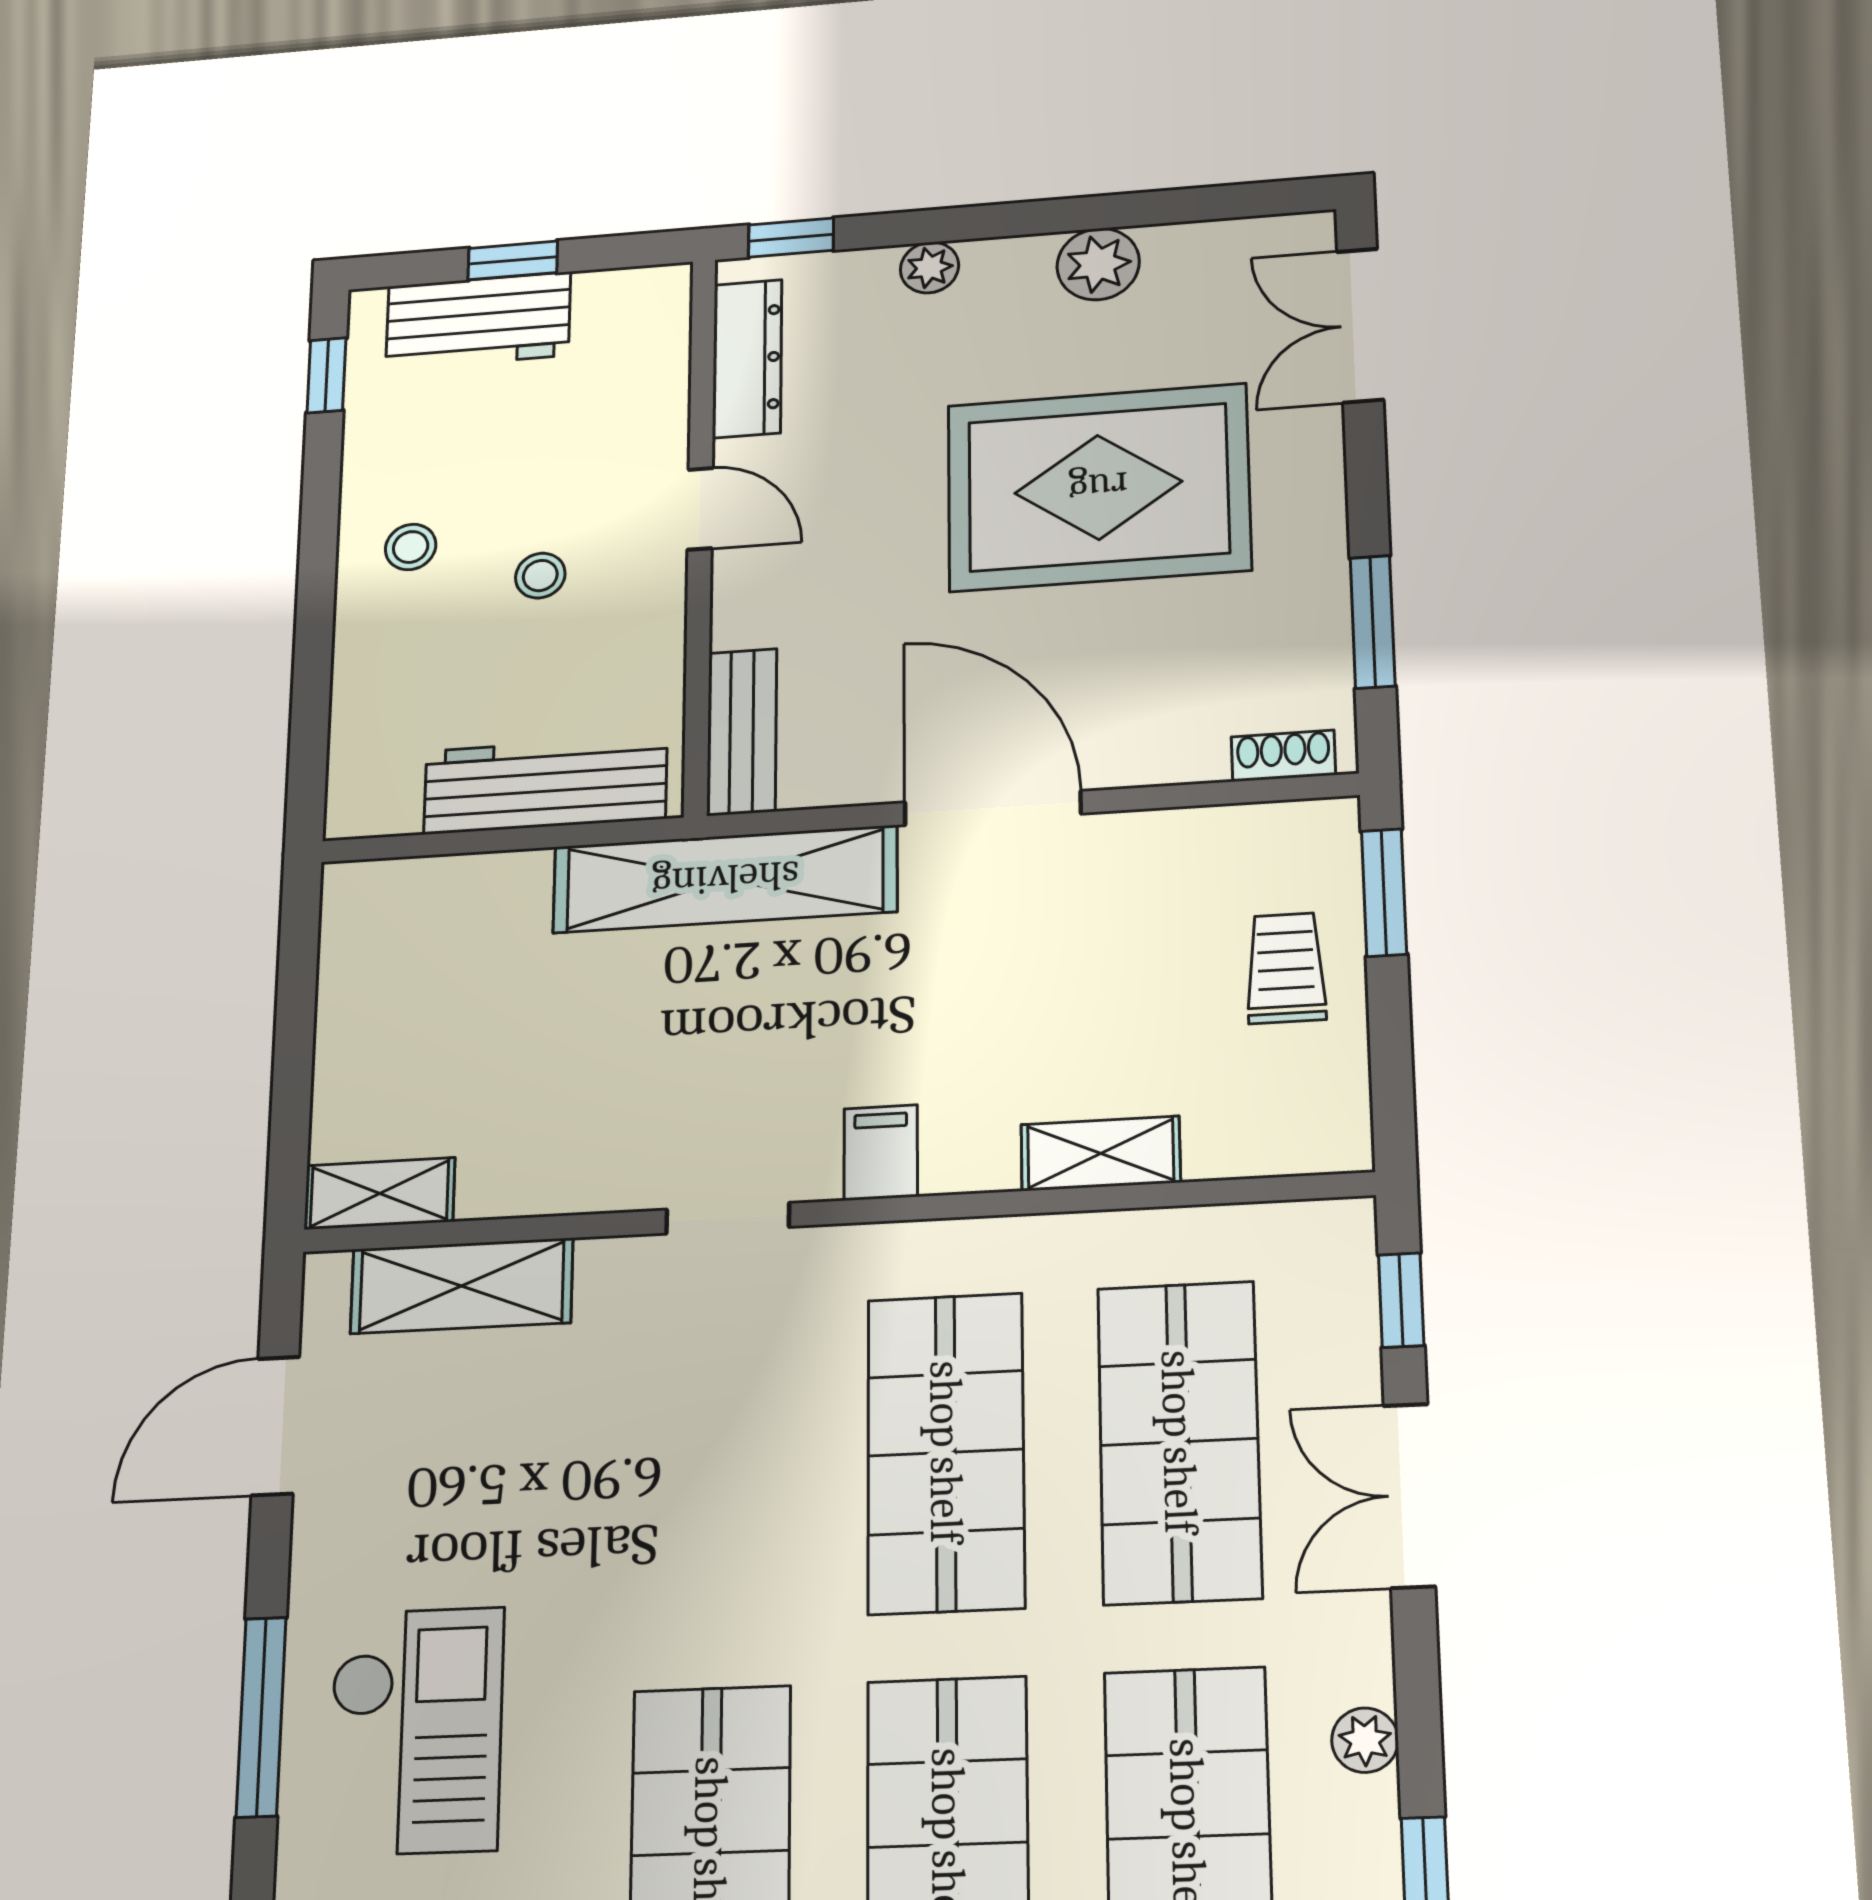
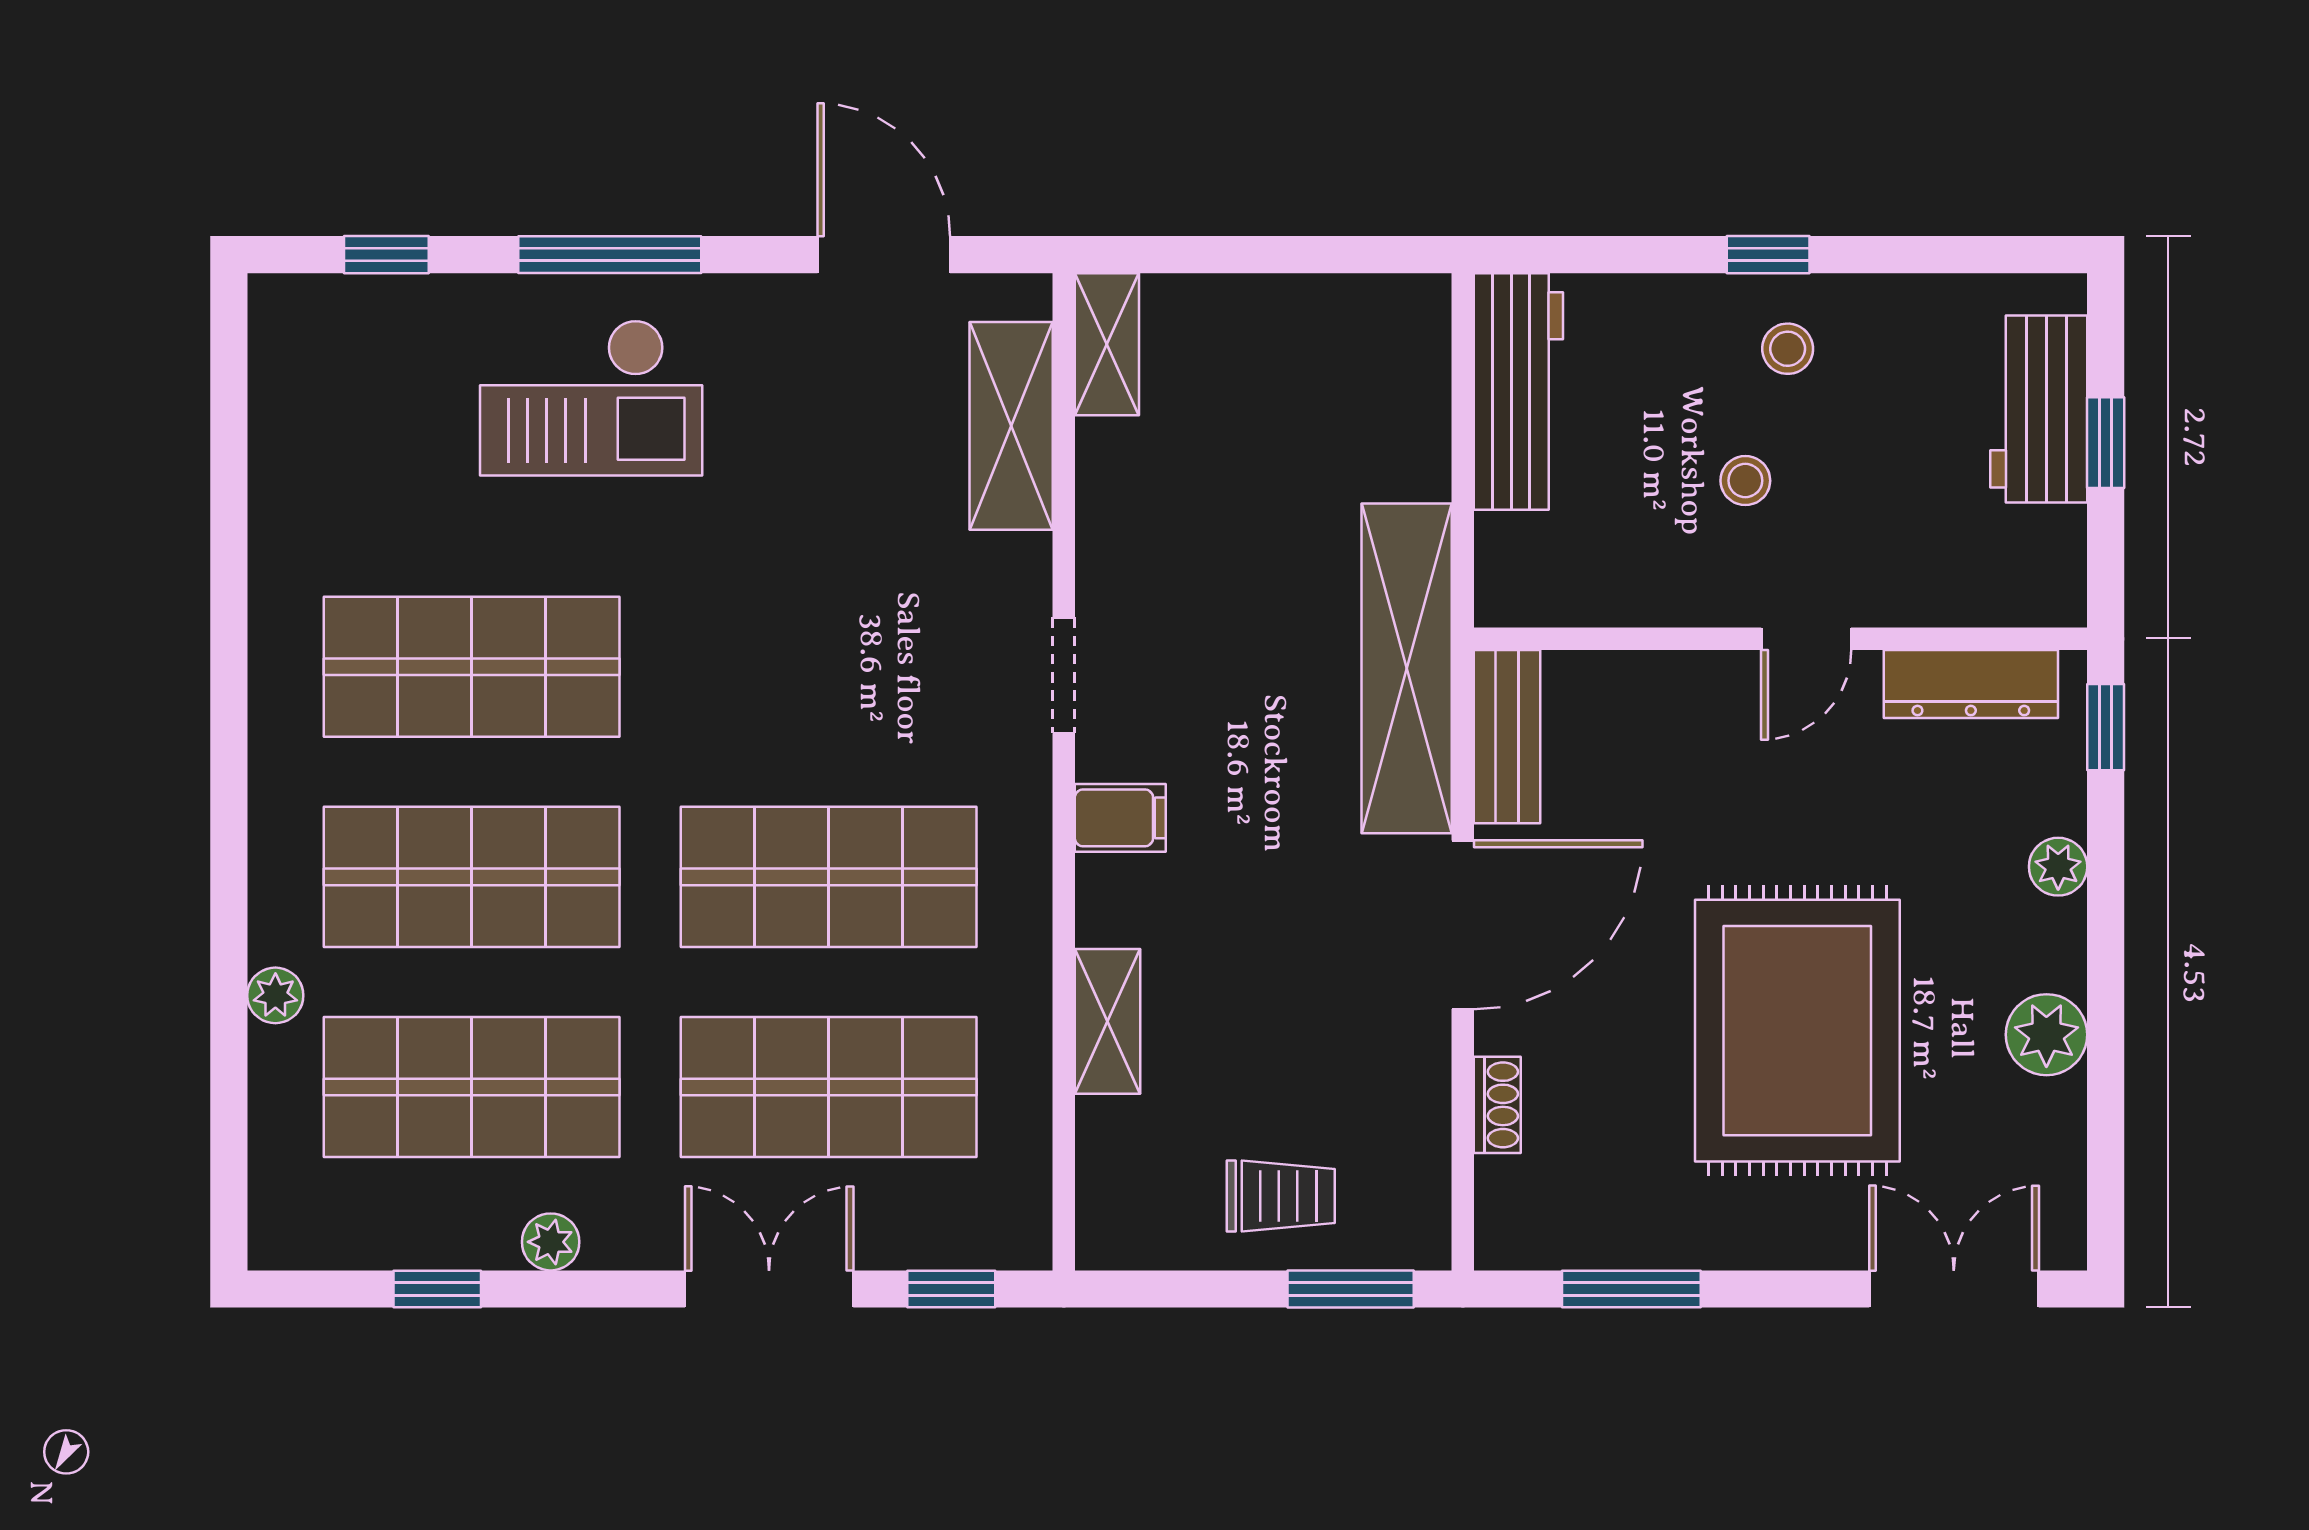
window: (327, 375) -> (1768, 255), moved
bench: (742, 732) -> (1507, 737), moved, turned 90
shoe rack: (1283, 756) -> (1497, 1105), moved
workbench: (545, 785) -> (1518, 391), moved

